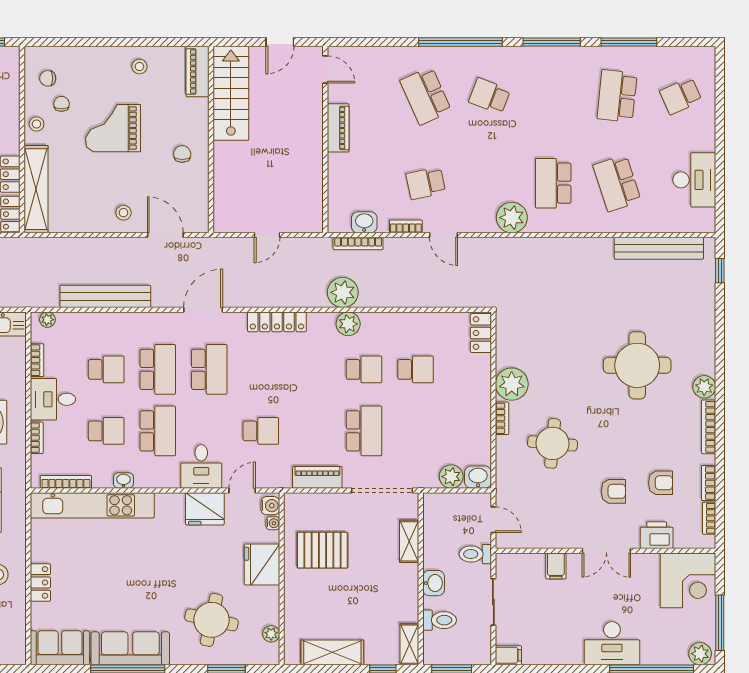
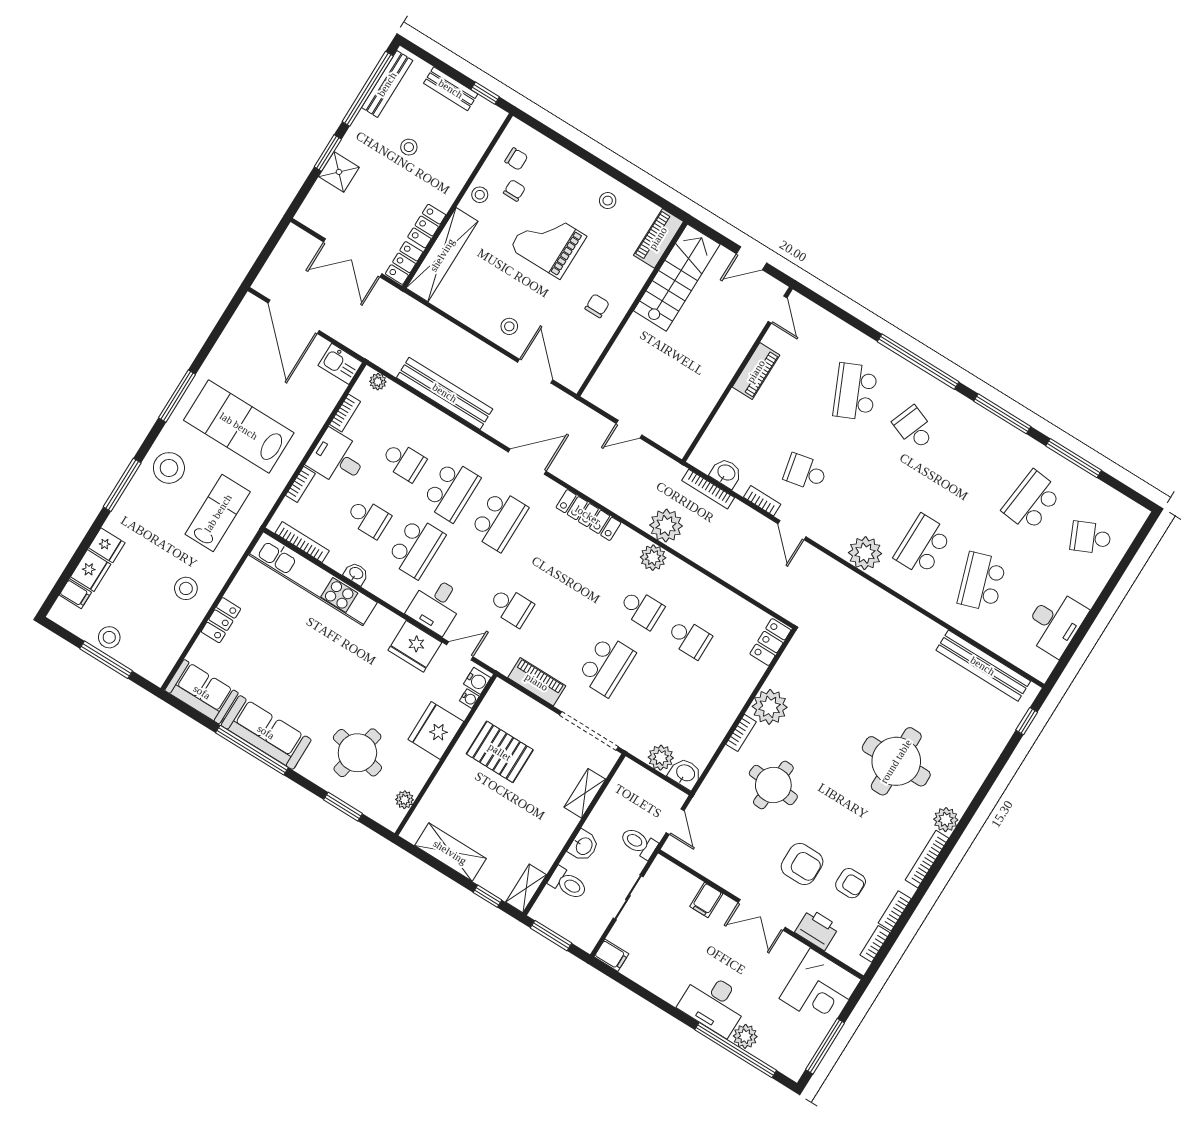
chair: (48, 78) -> (516, 159), turned 180
armchair: (613, 491) -> (802, 864), width x1.38, depth x1.38
plant: (700, 654) -> (745, 1036), moved

